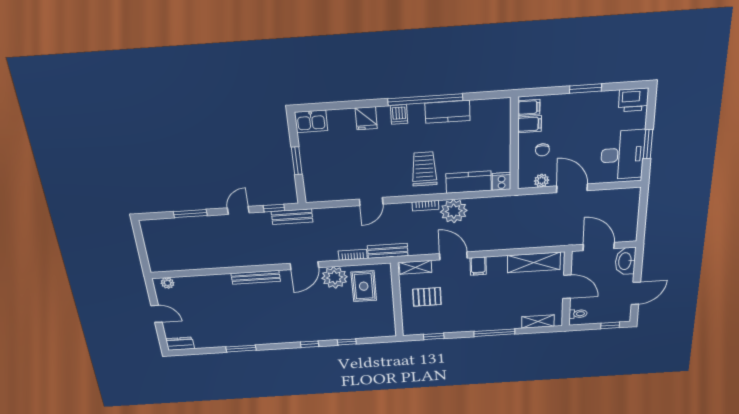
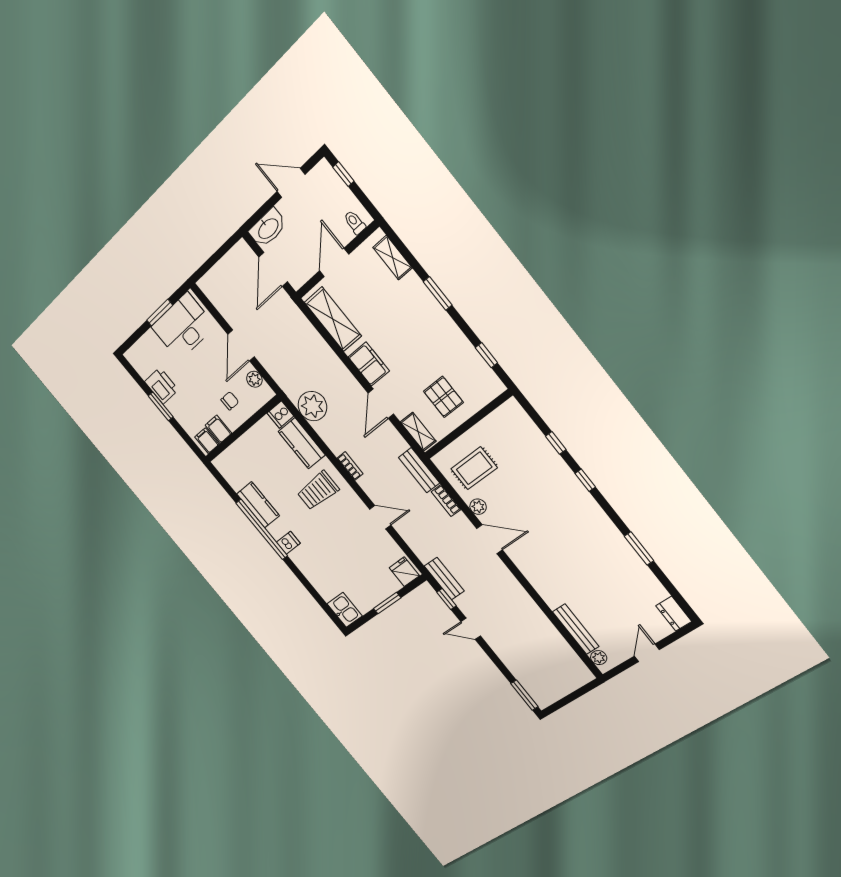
printer: (633, 100) -> (161, 386), moved
fridge: (366, 118) -> (404, 572), moved, turned -90
plant: (454, 211) -> (312, 406), moved
window: (190, 214) -> (524, 695), moved
filing cabinet: (478, 266) -> (369, 364), width x2.00
bench: (256, 277) -> (576, 629), moved
plant: (335, 277) -> (478, 507), width x0.53, depth x0.53
window: (494, 333) -> (438, 293), width x0.69

